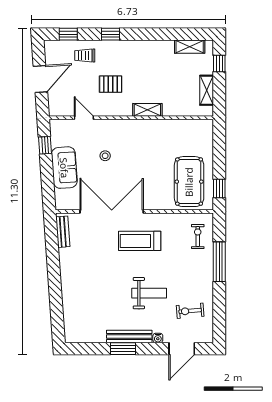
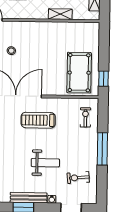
shelving: (147, 110) -> (60, 14), moved
window: (219, 262) -> (102, 149), moved

